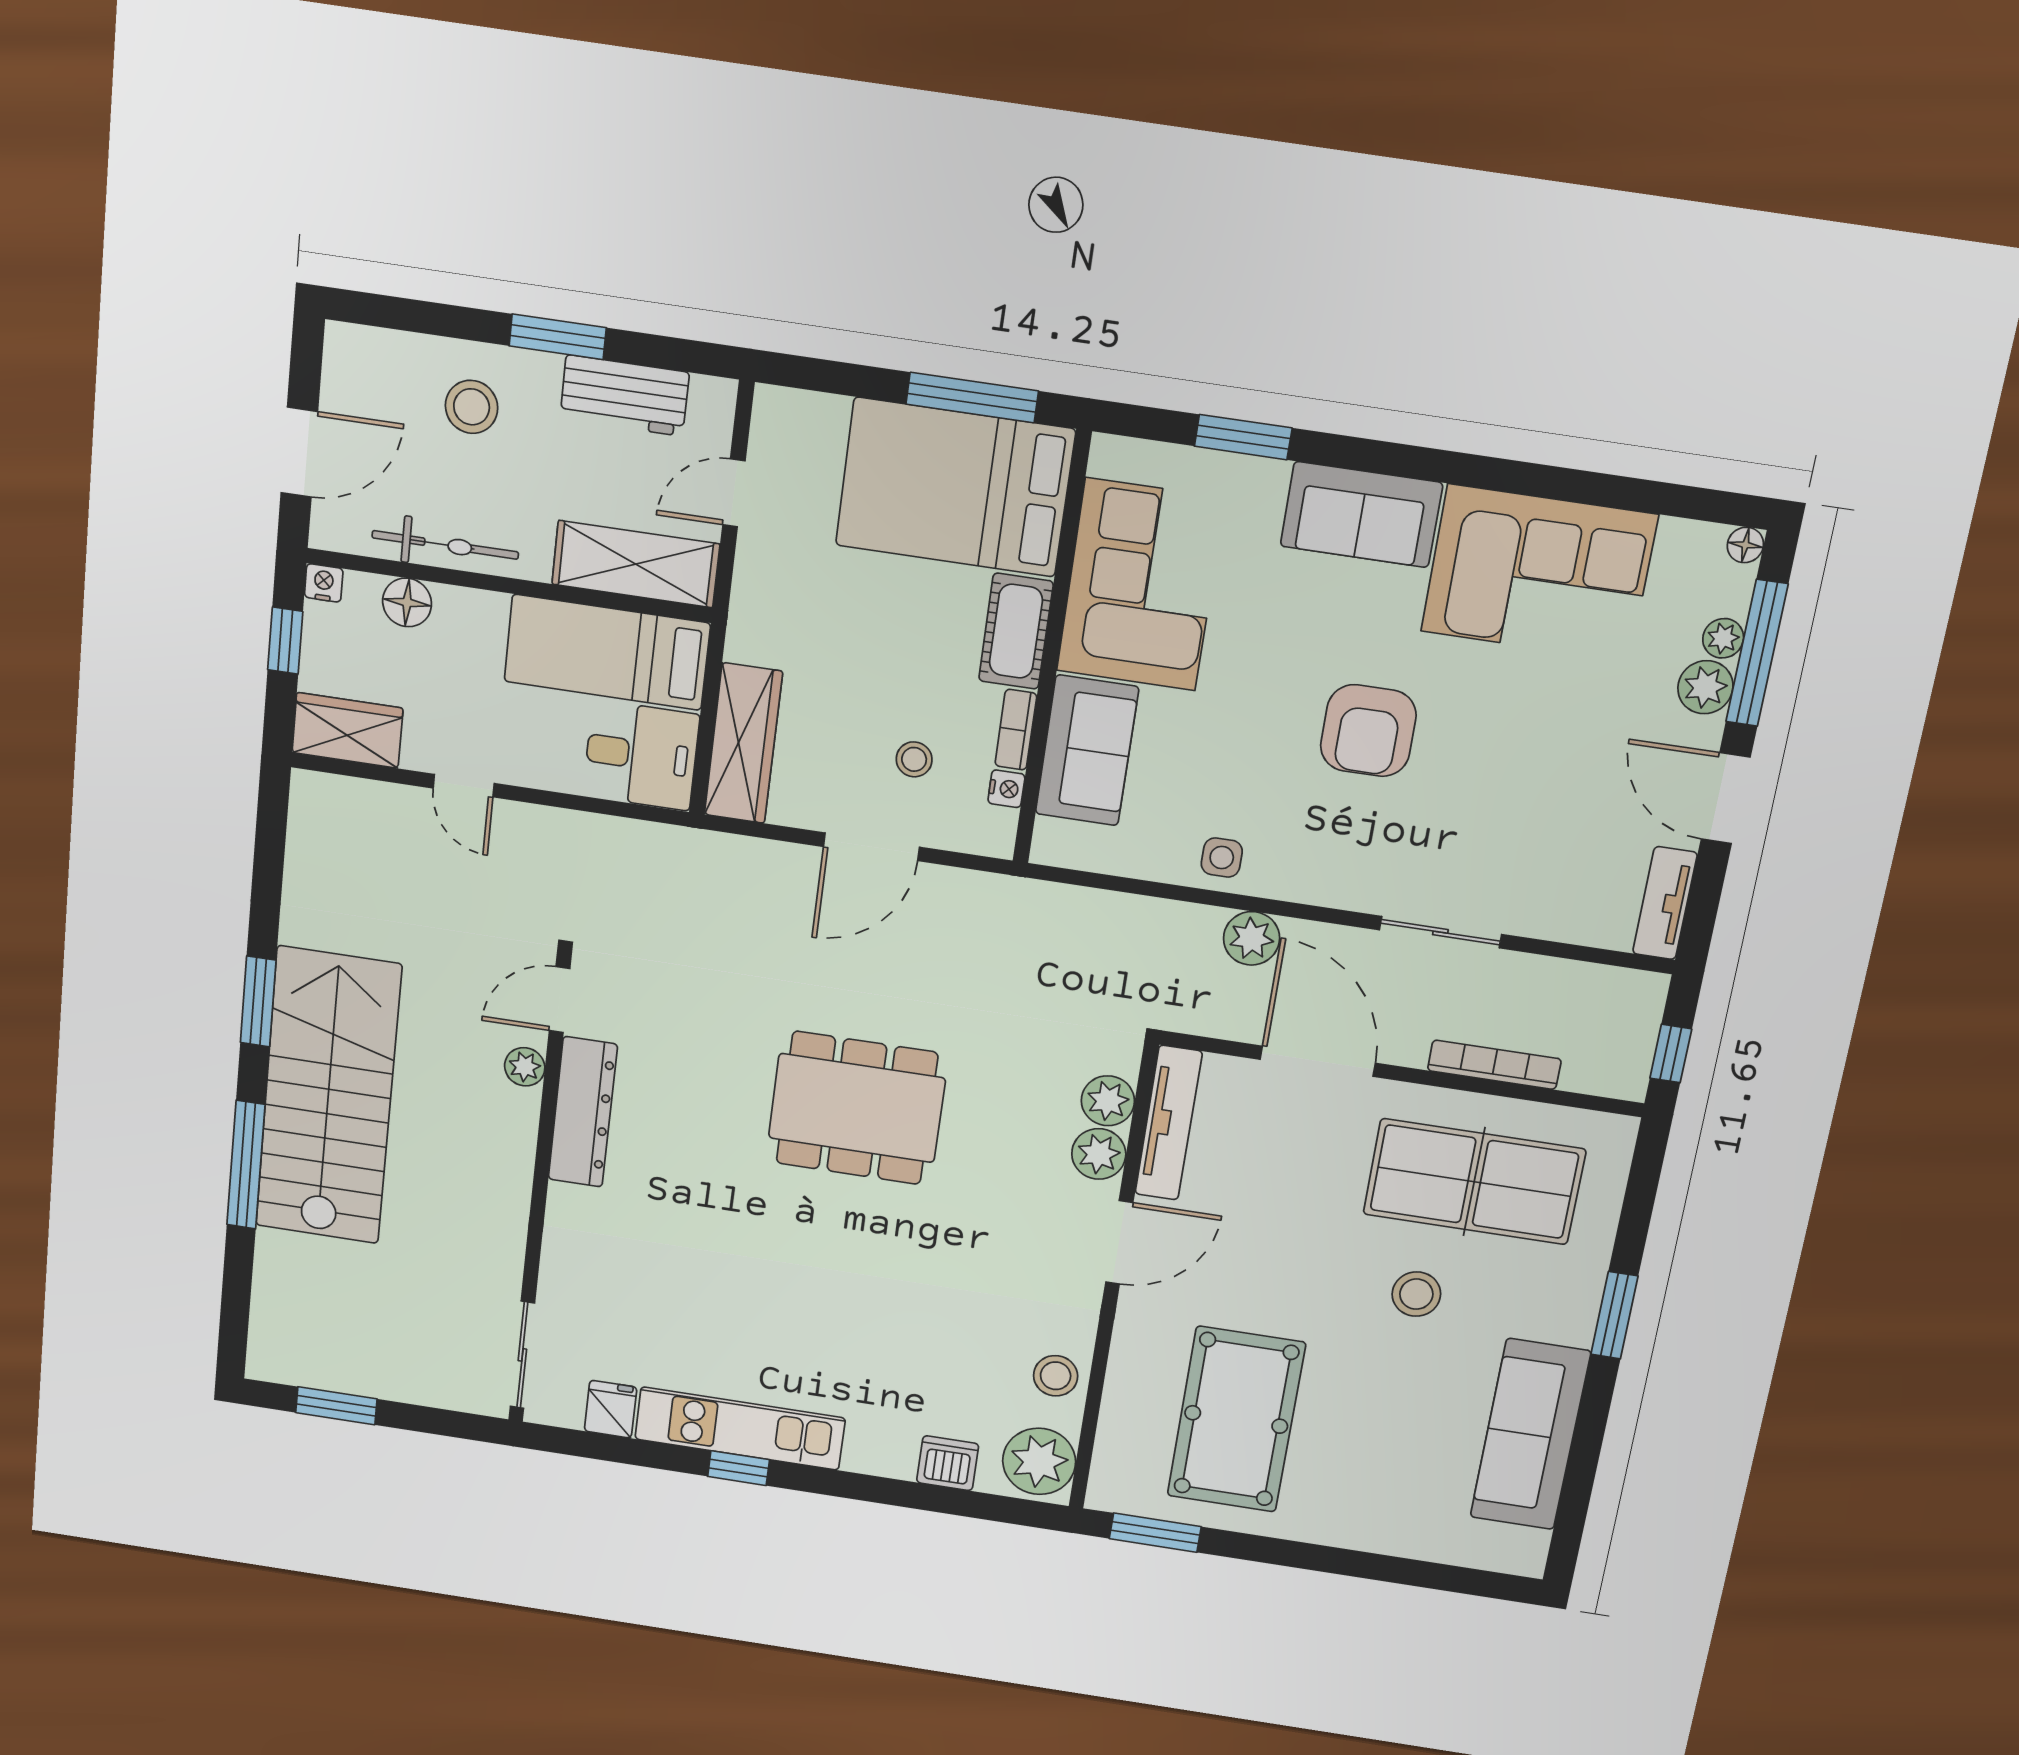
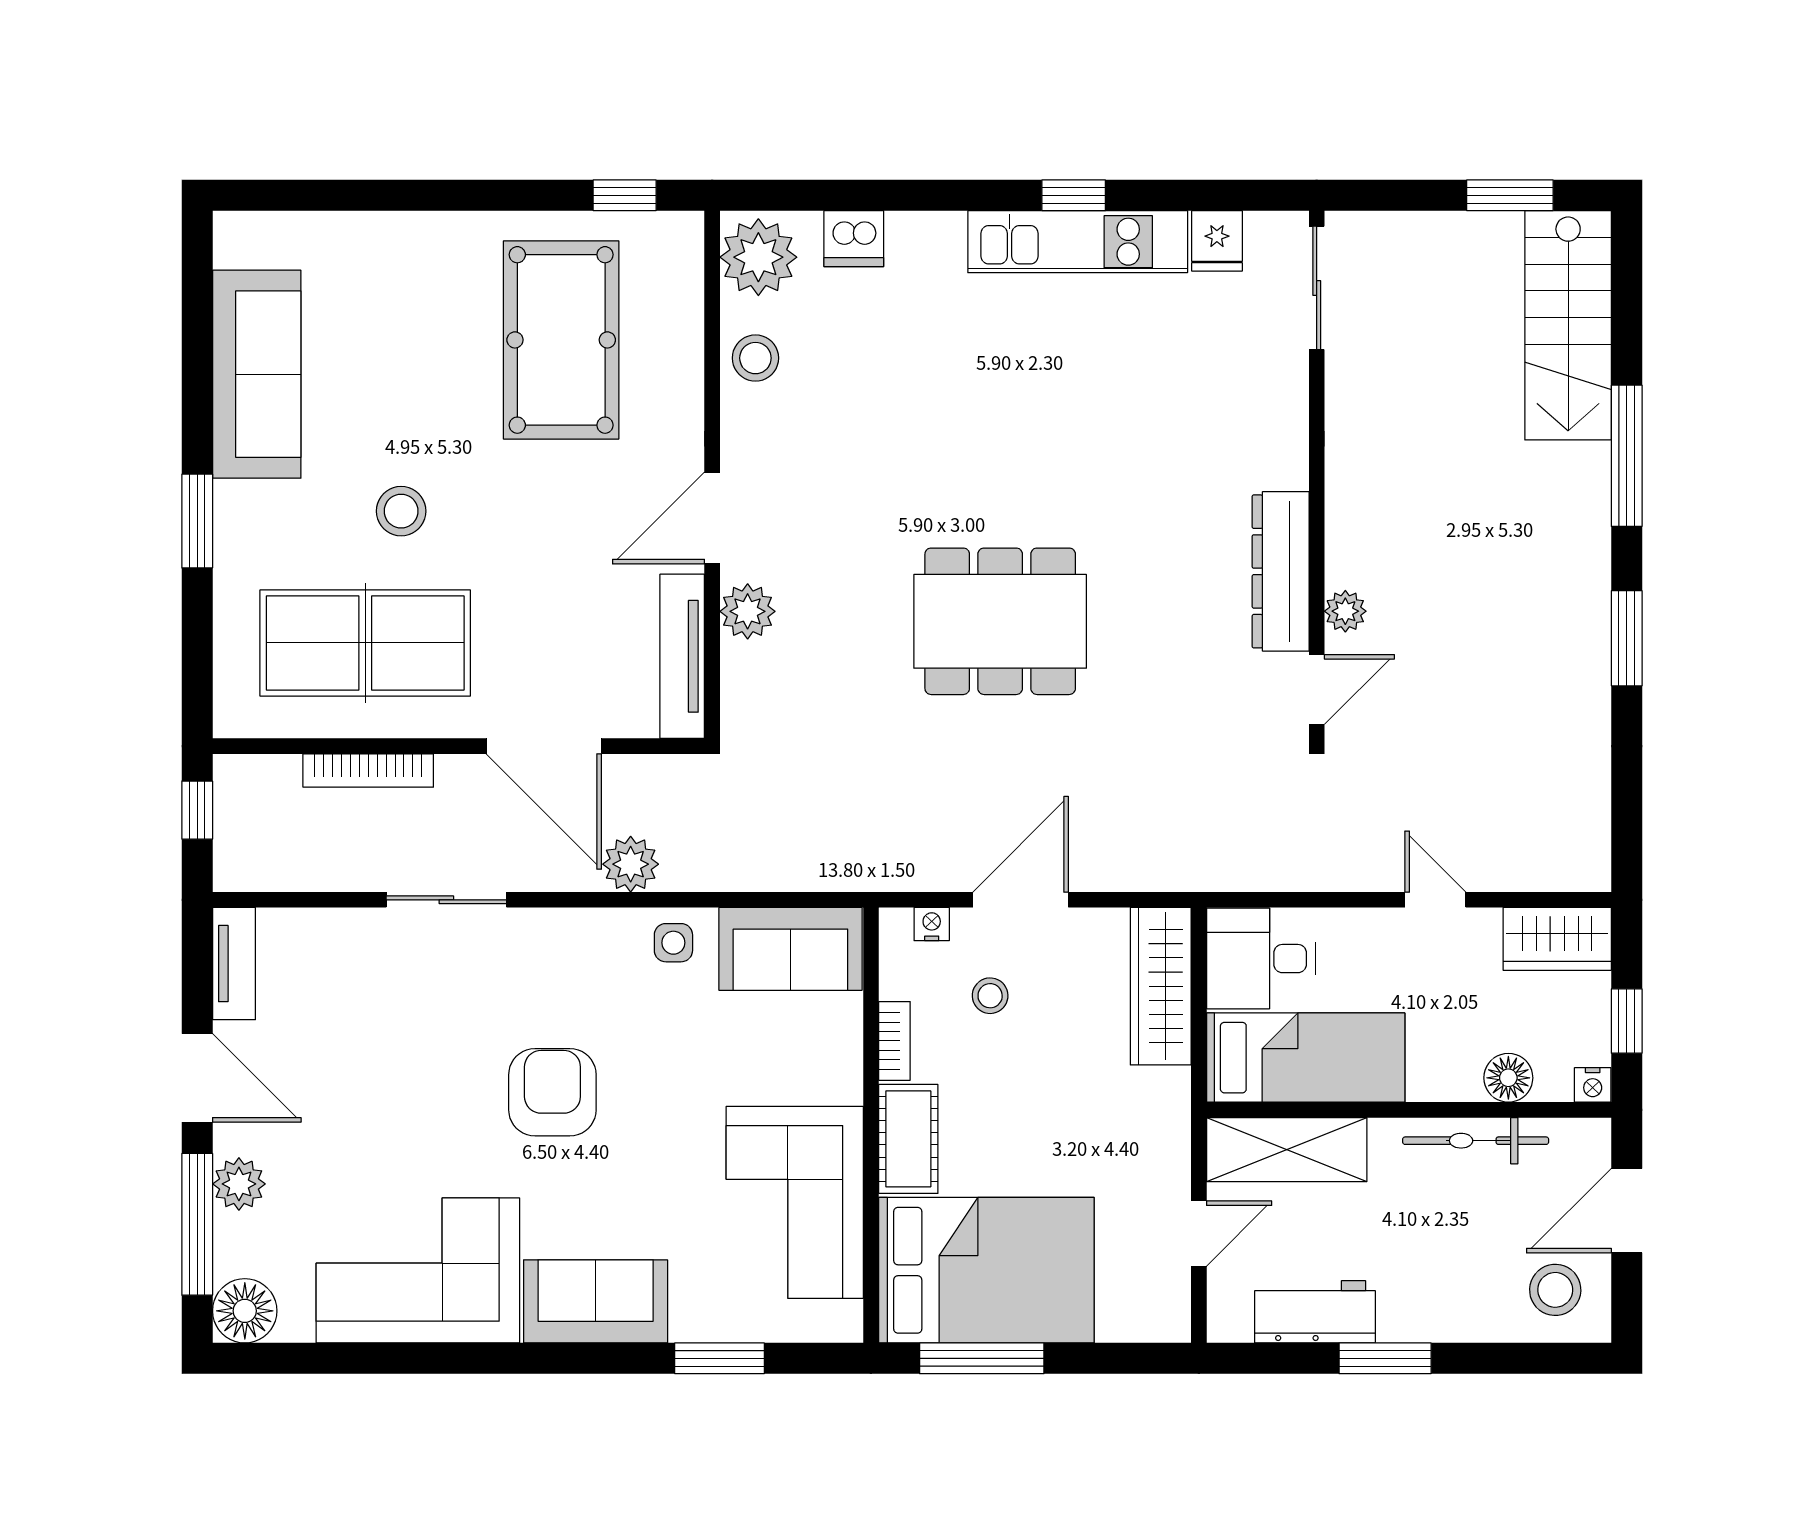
stool: (472, 407) -> (1555, 1290), moved
floor lamp: (1745, 545) -> (245, 1311), width x1.89, depth x1.89
plant: (1723, 638) -> (232, 1234), removed
sofa: (1087, 751) -> (790, 949), moved, turned -90
nightstand: (1006, 789) -> (932, 924), moved, turned 90
stairs: (328, 1096) -> (1568, 325), moved, width x0.73, depth x0.66
plant: (1108, 1101) -> (747, 670), removed
window: (1155, 1533) -> (625, 195), width x0.67

